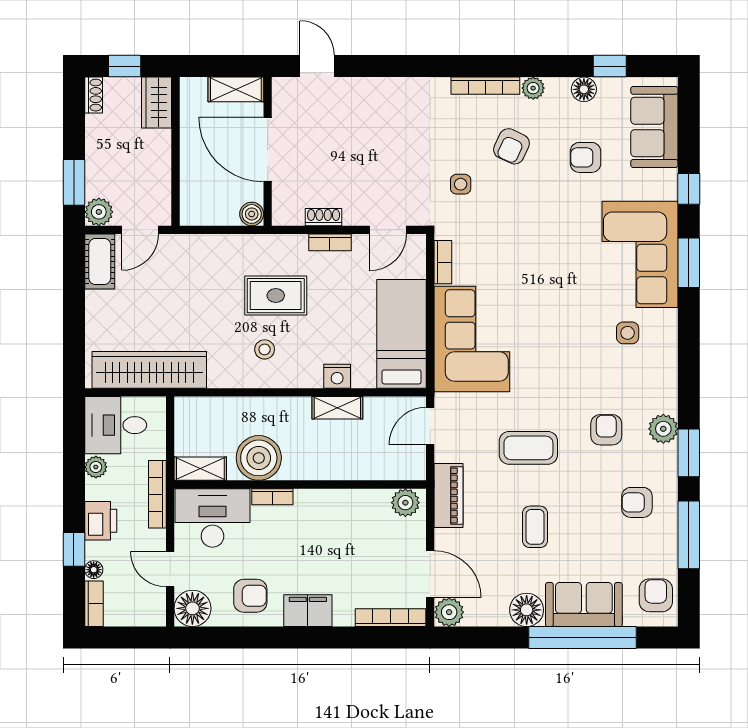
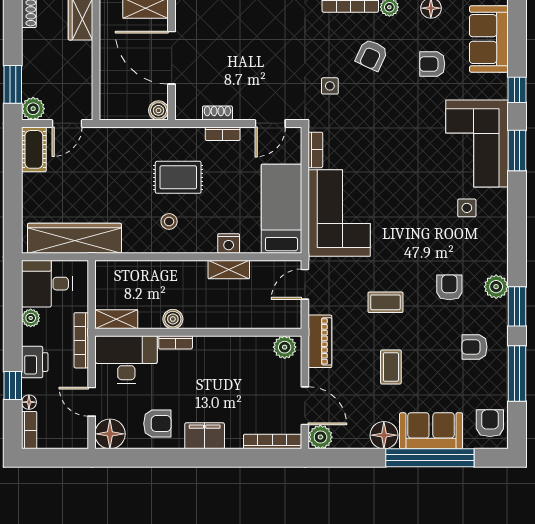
coffee table: (528, 448) -> (385, 302), width x0.73, depth x0.77
boiler: (259, 458) -> (173, 319), width x0.54, depth x0.54

